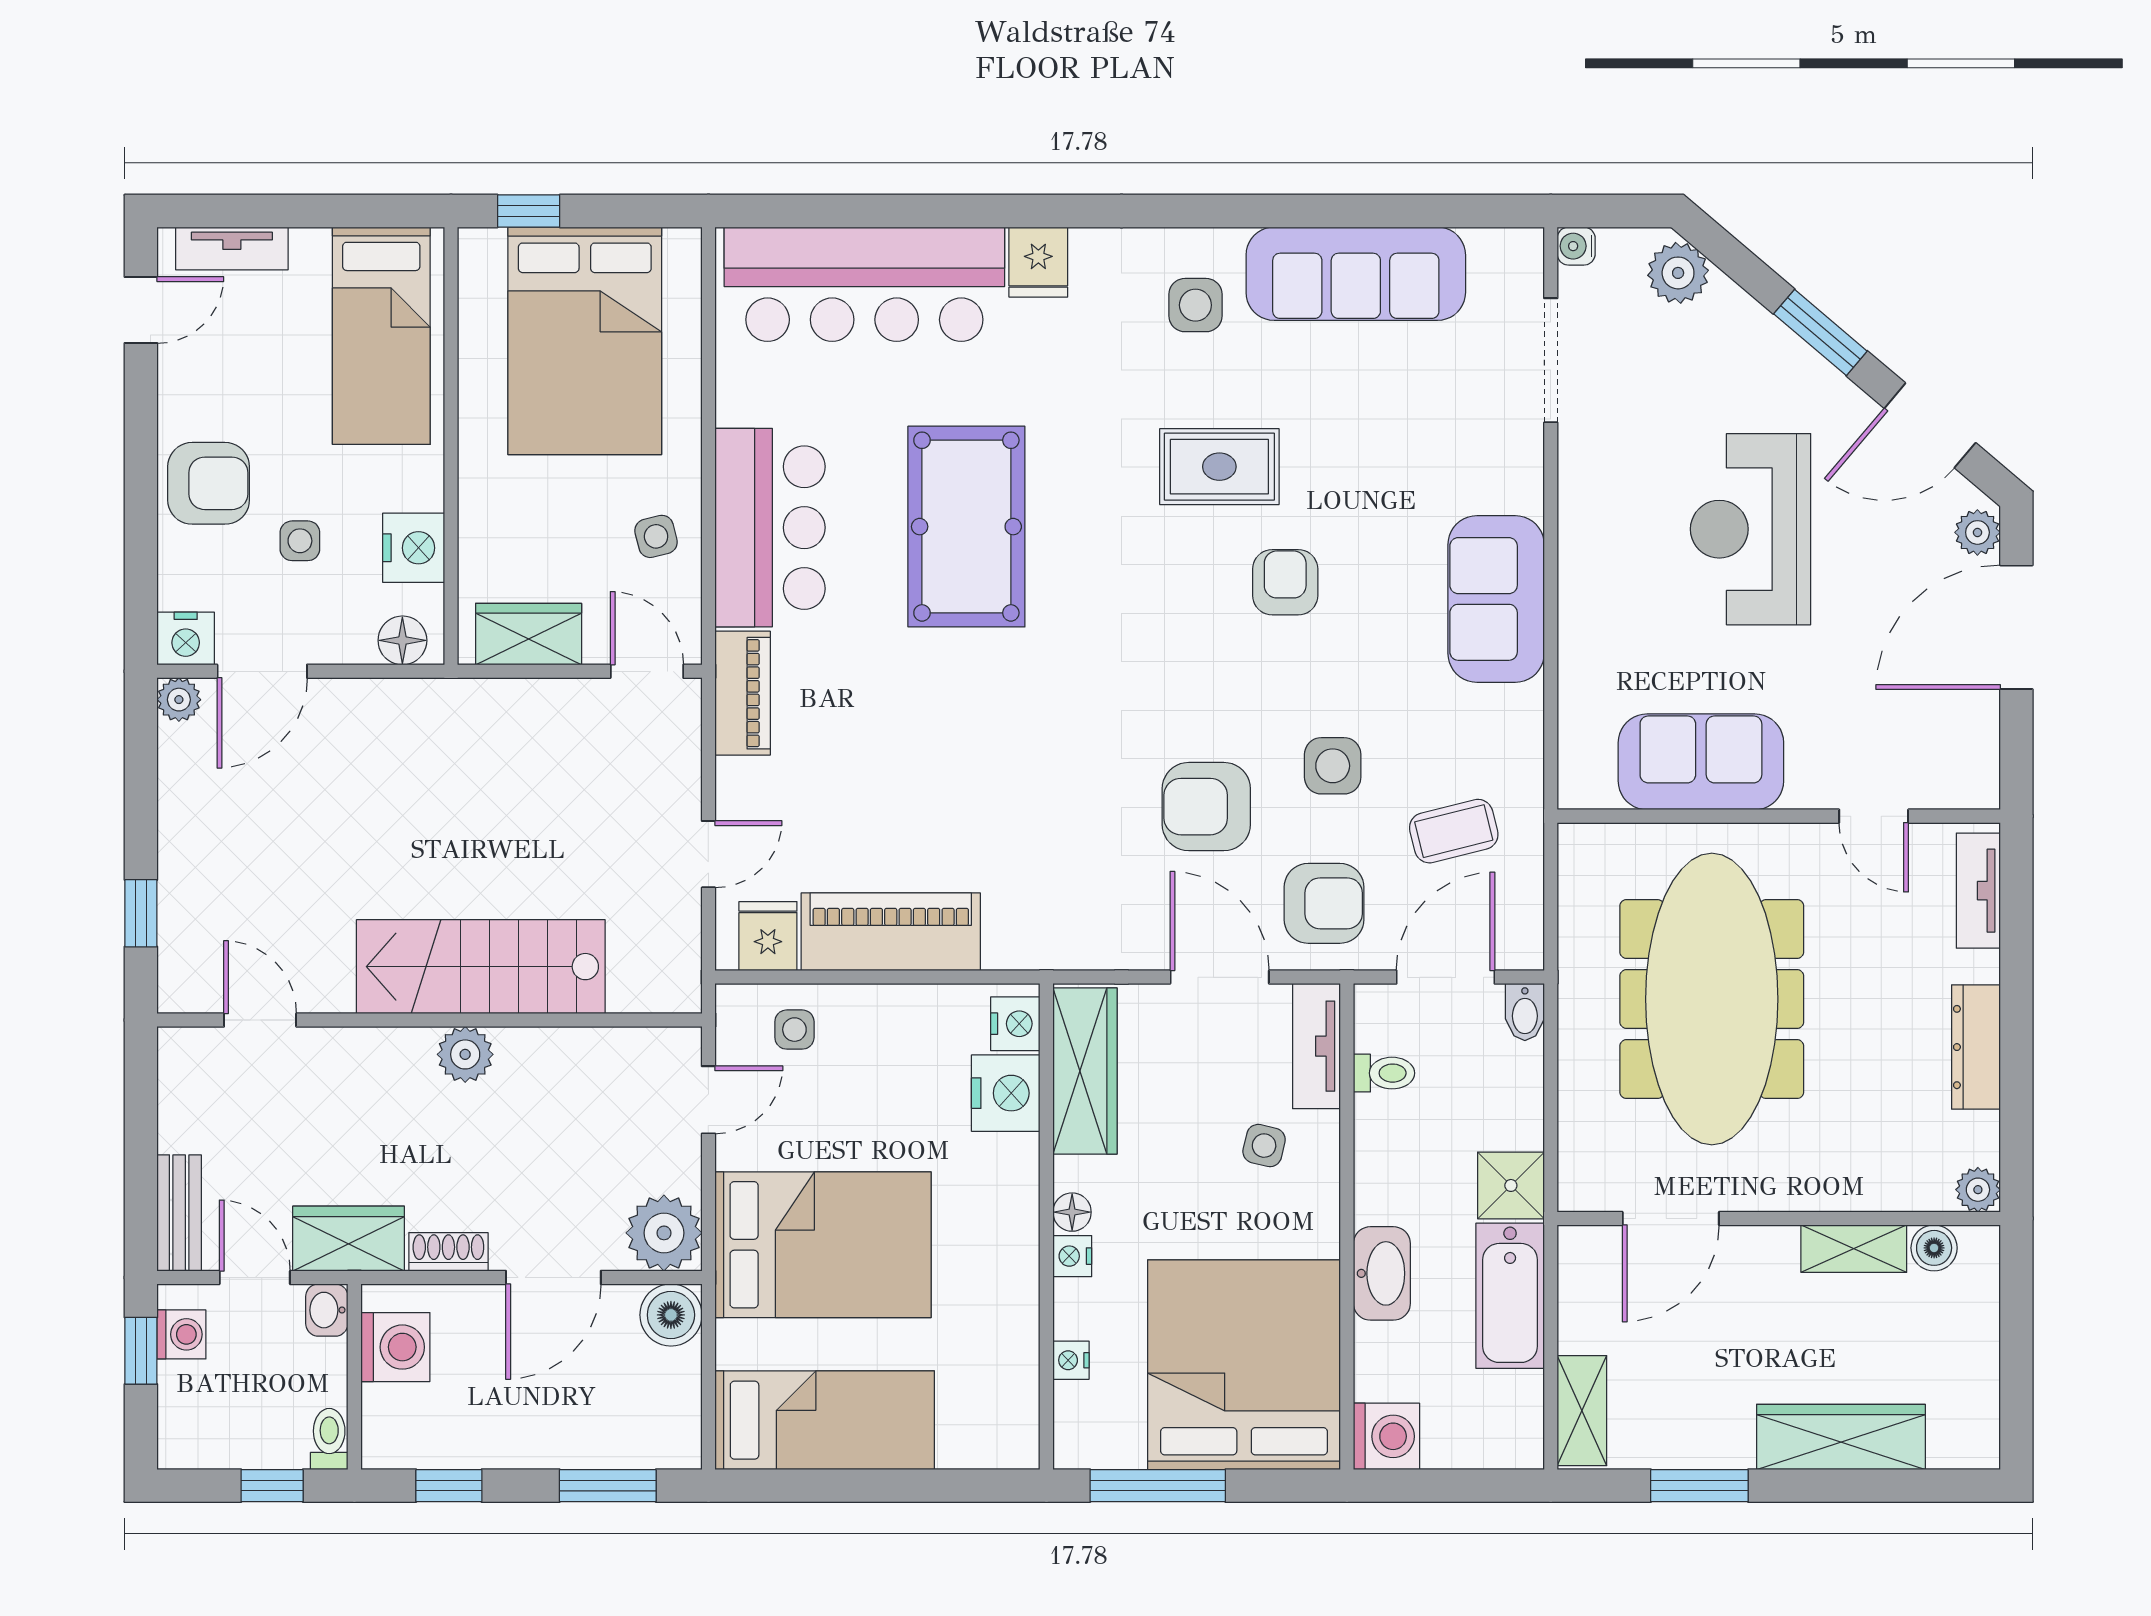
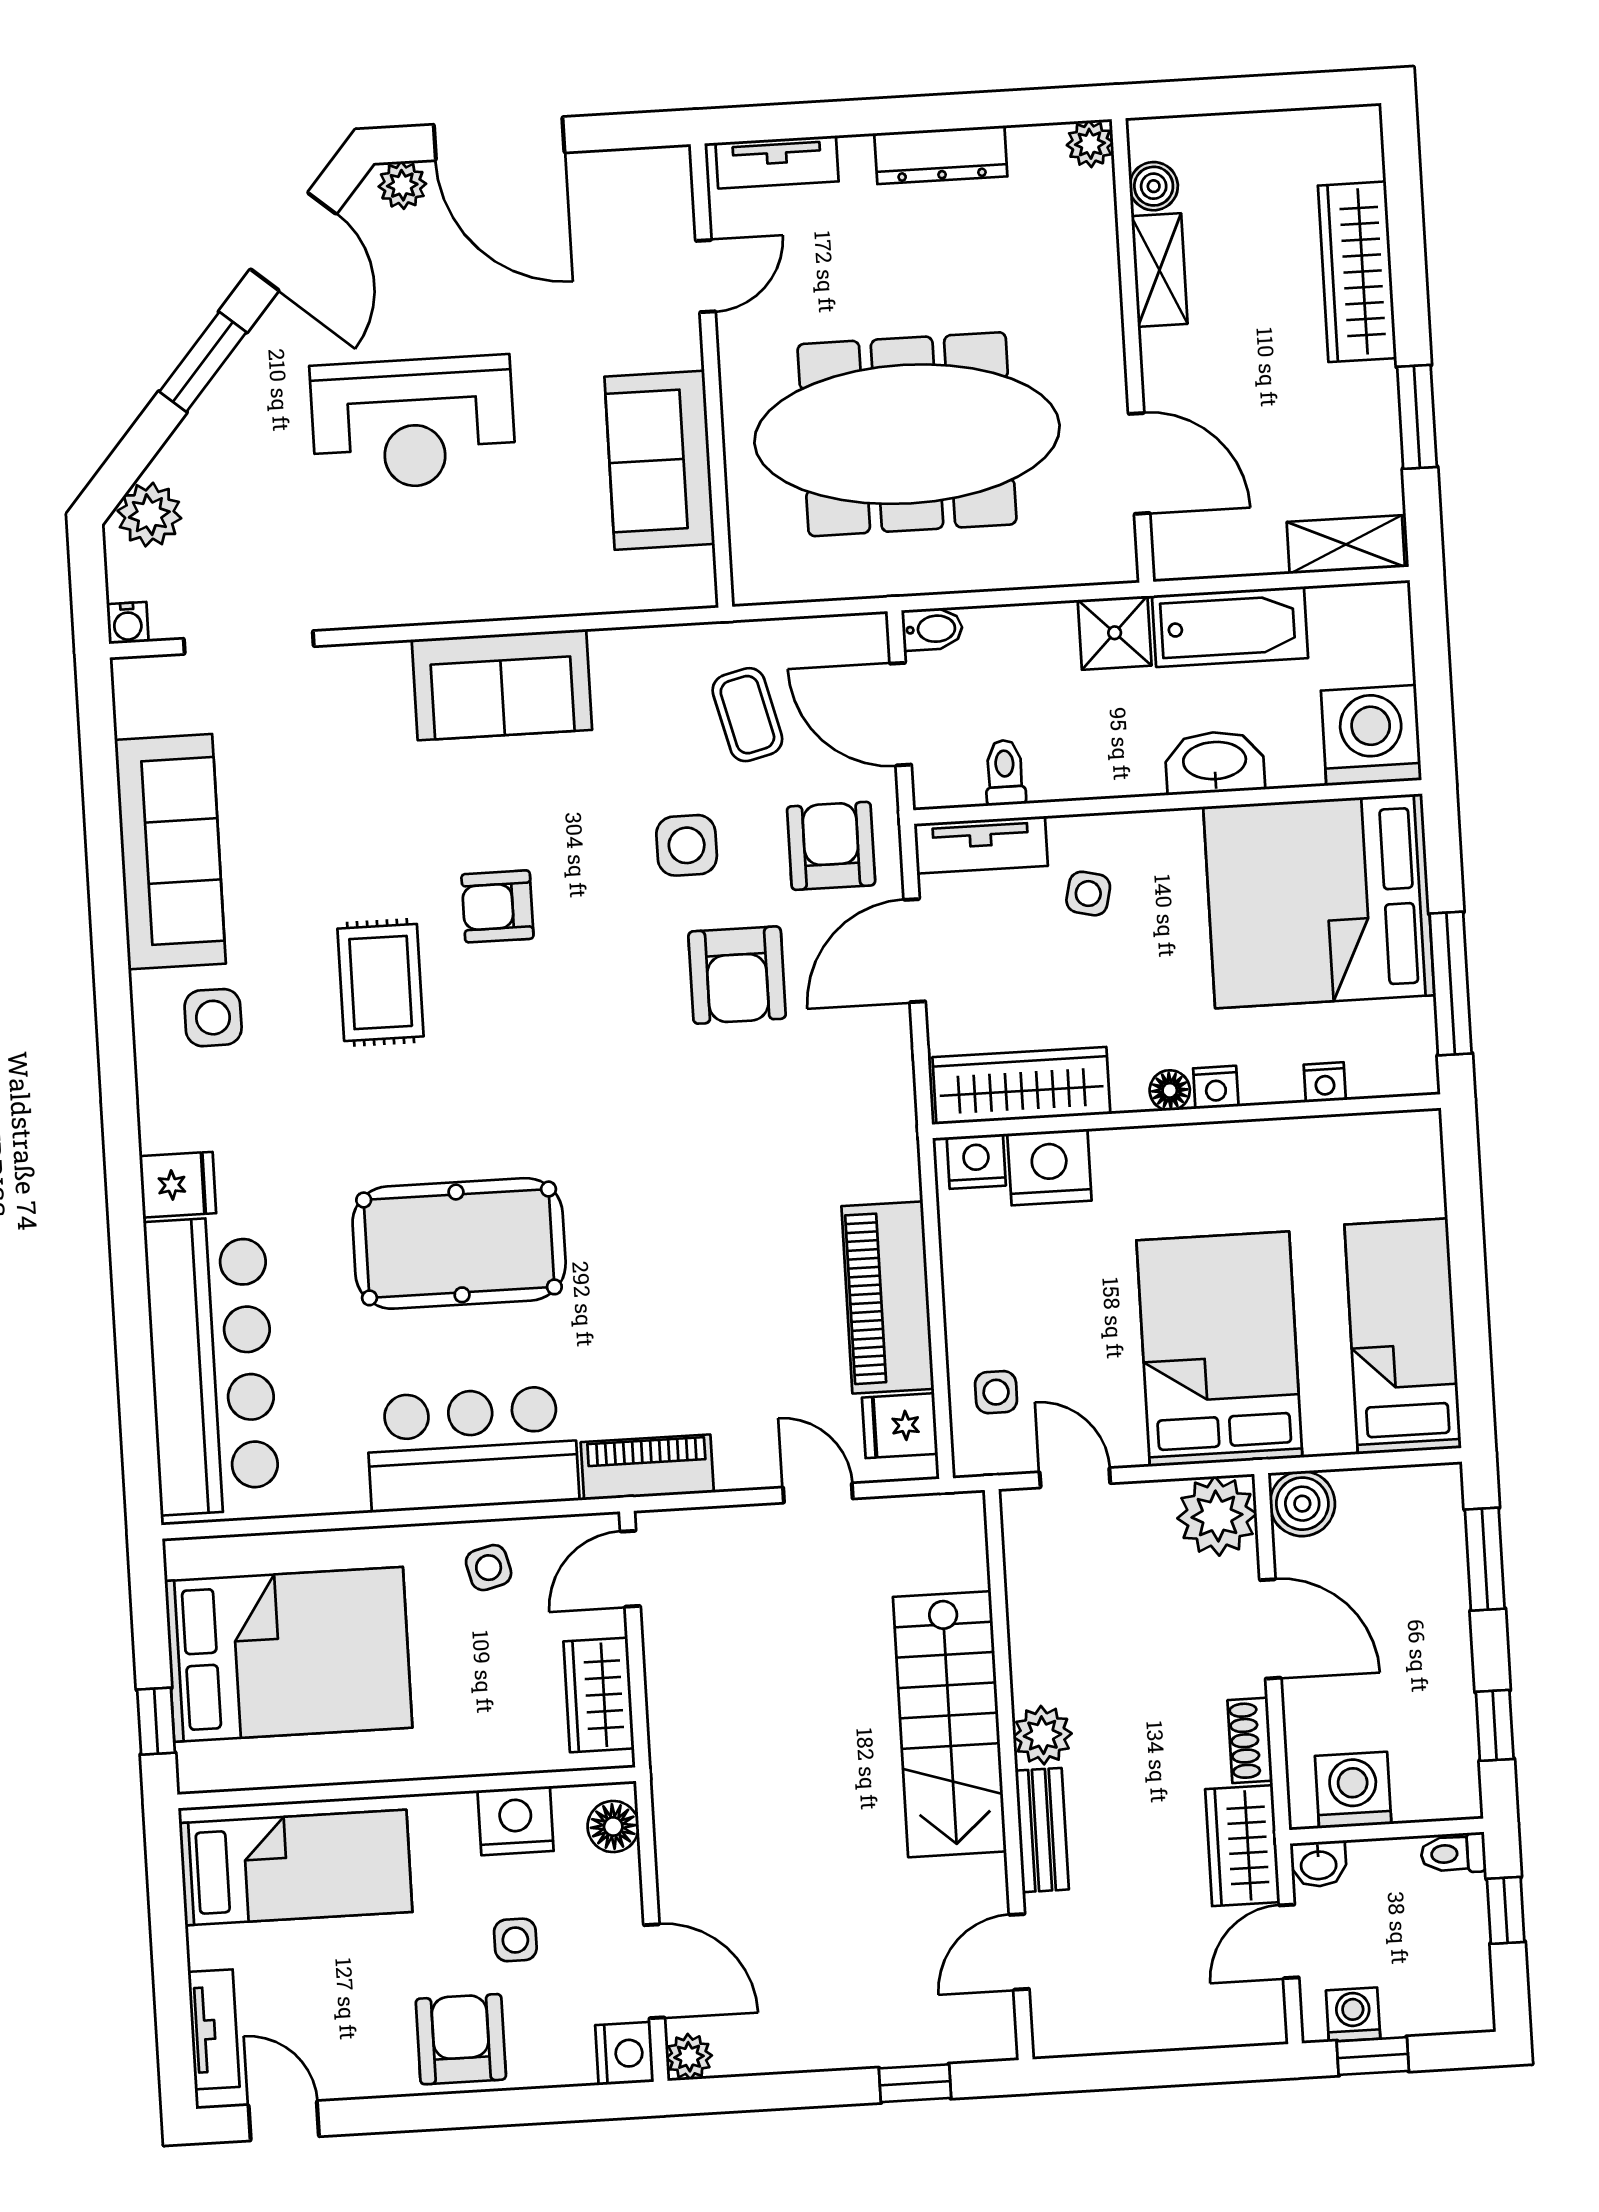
bench: (179, 1213) -> (1042, 1830), moved, turned 90
washing machine: (1386, 1436) -> (1371, 735), width x1.37, depth x1.37

